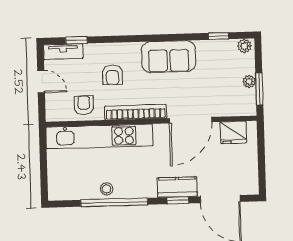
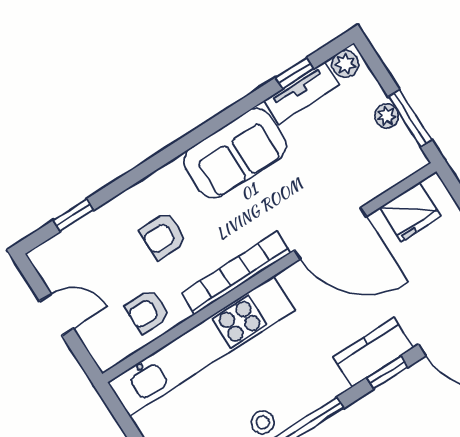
tv unit: (63, 52) -> (302, 93), moved
armchair: (112, 75) -> (163, 236), turned 90
armchair: (84, 105) -> (147, 311), turned -90
door: (191, 120) -> (331, 233), hinge flipped

